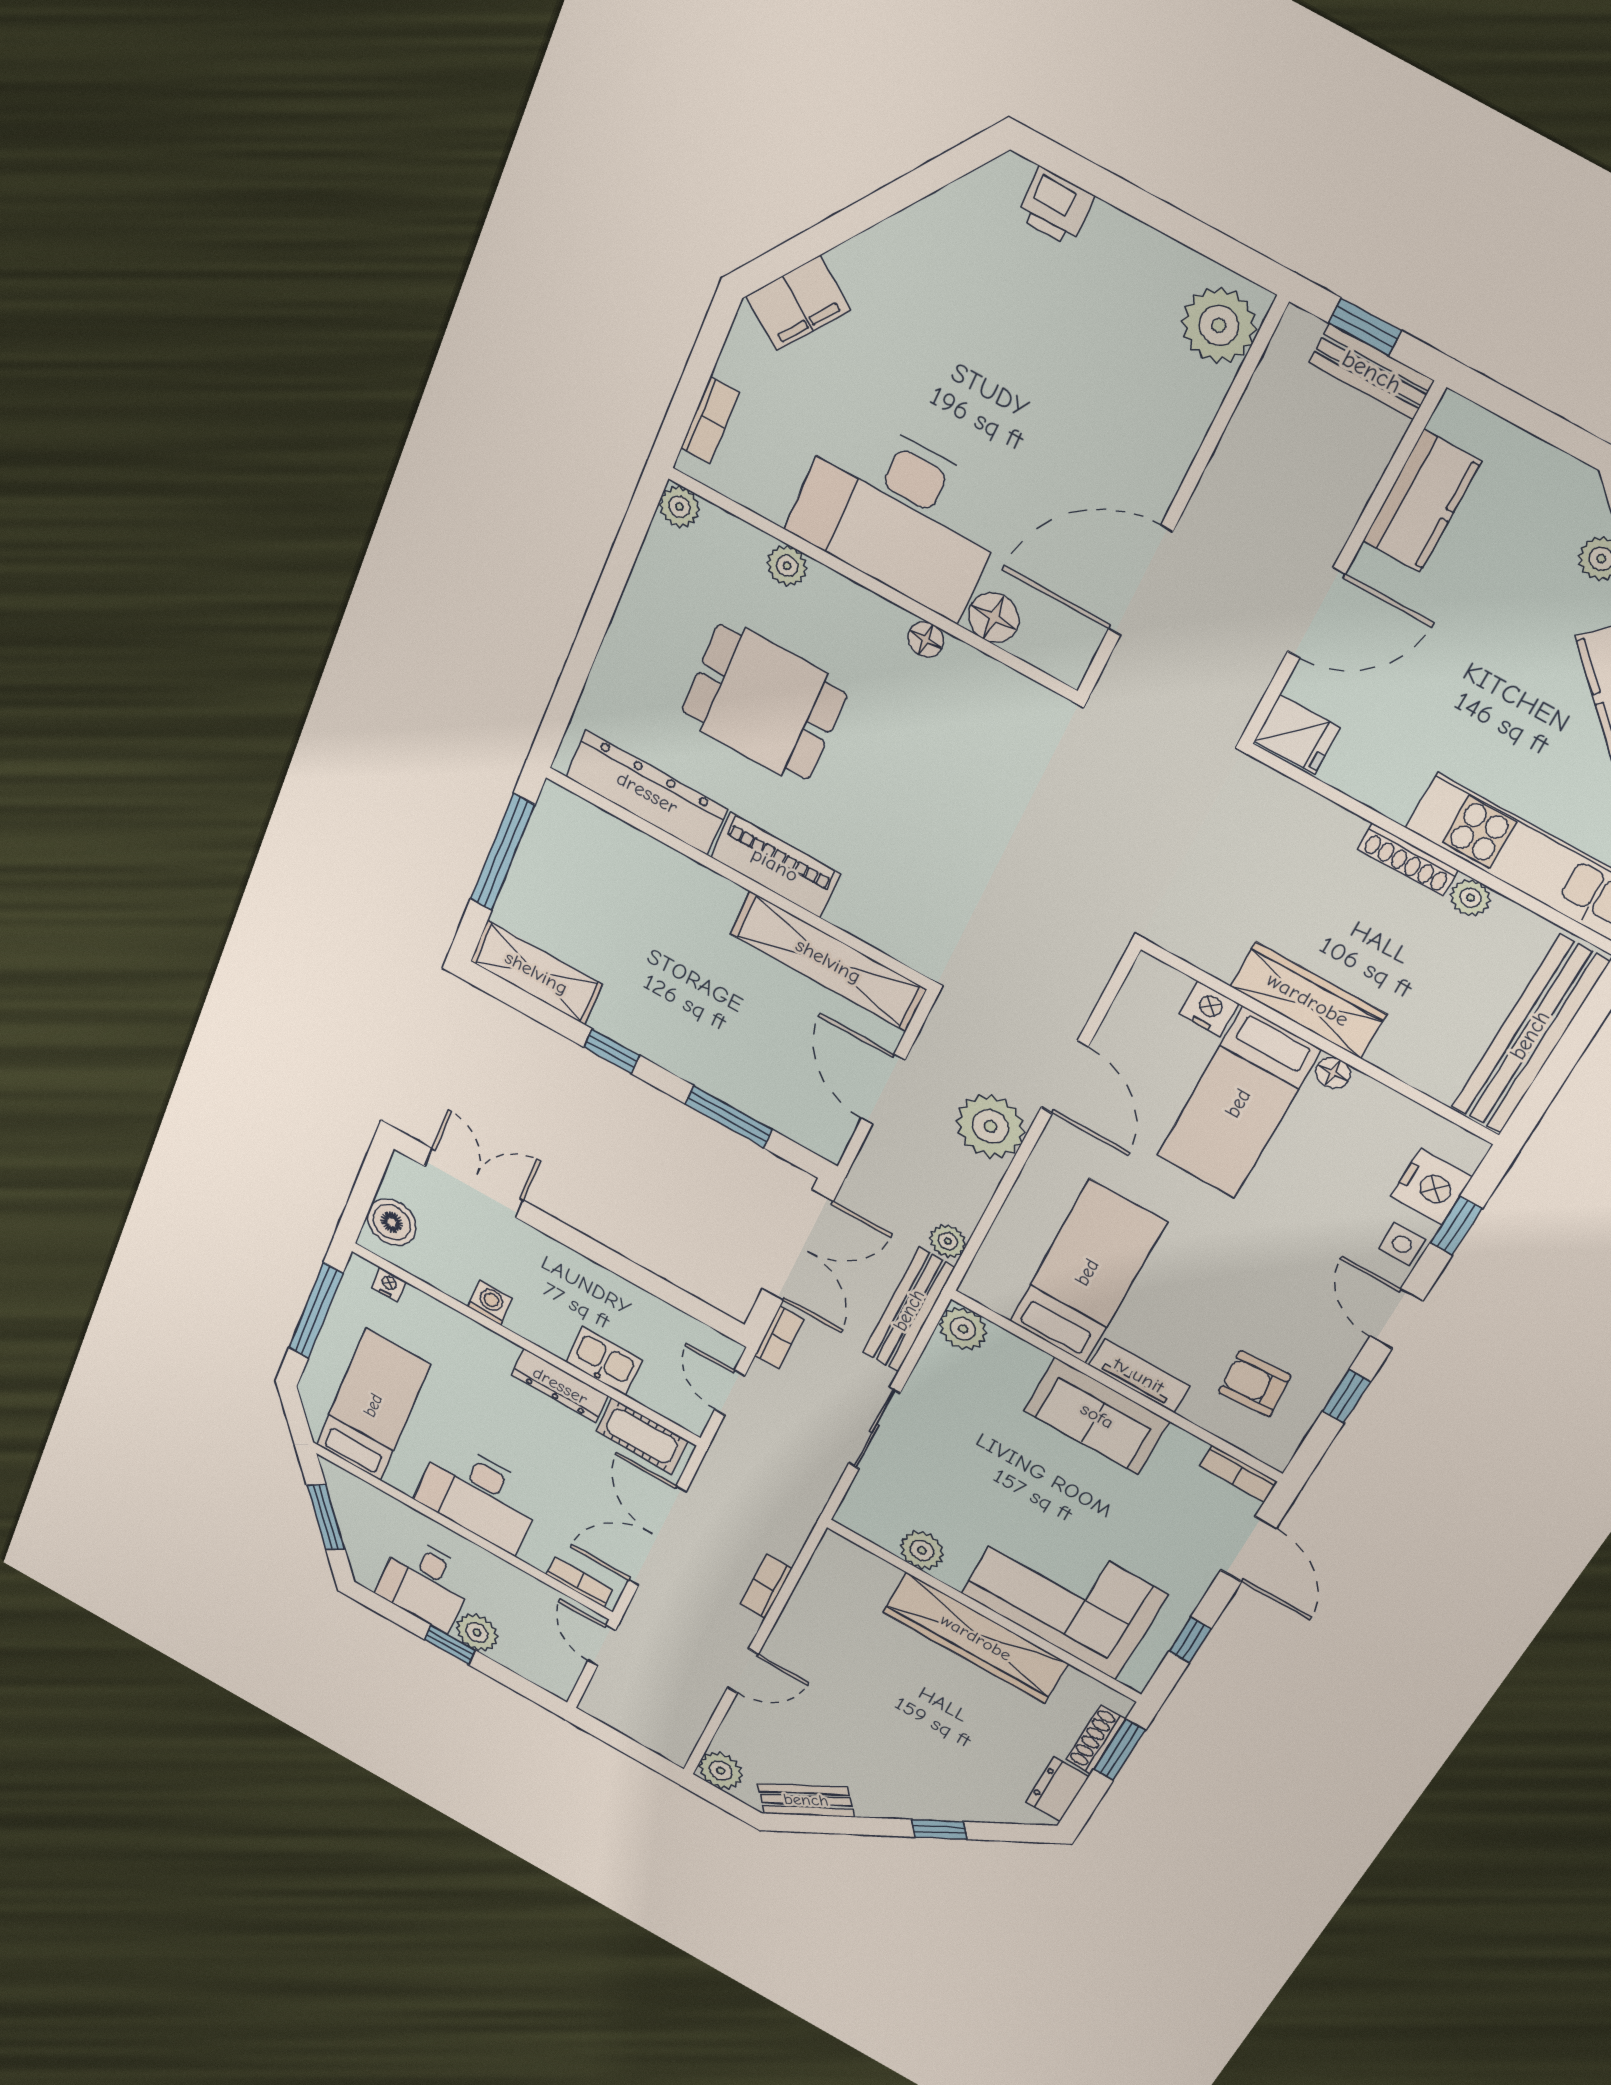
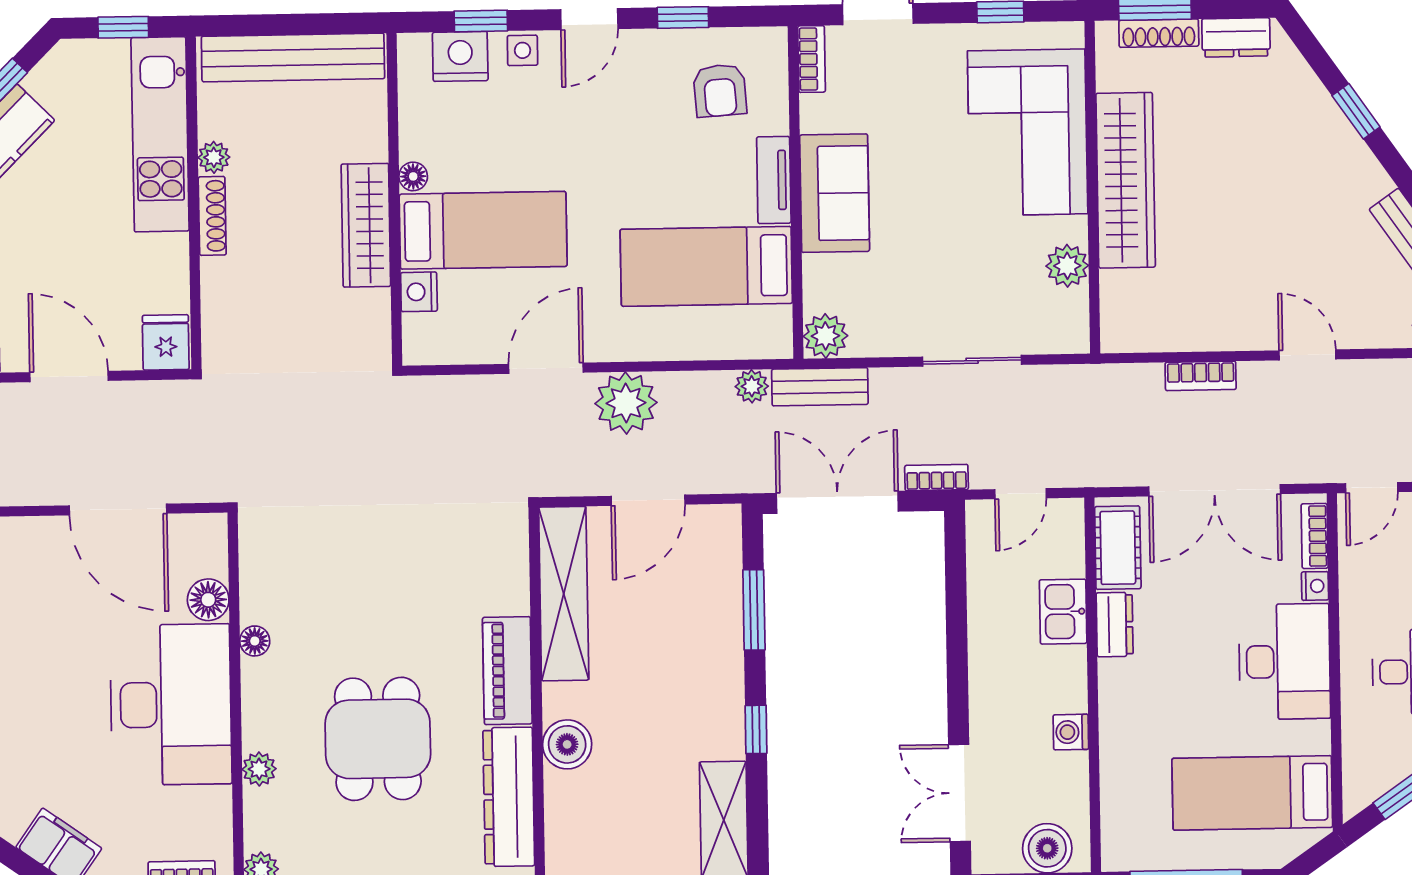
boiler: (675, 877) -> (567, 744), added
nightstand: (389, 1285) -> (1315, 586), moved, turned 180
bench: (909, 1310) -> (820, 387), width x0.73
dresser: (560, 1386) -> (1115, 624), width x0.70

